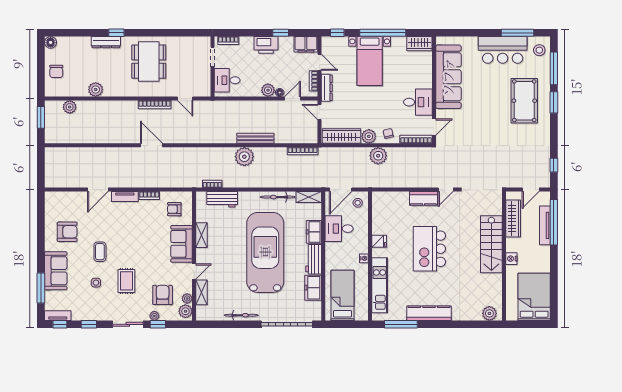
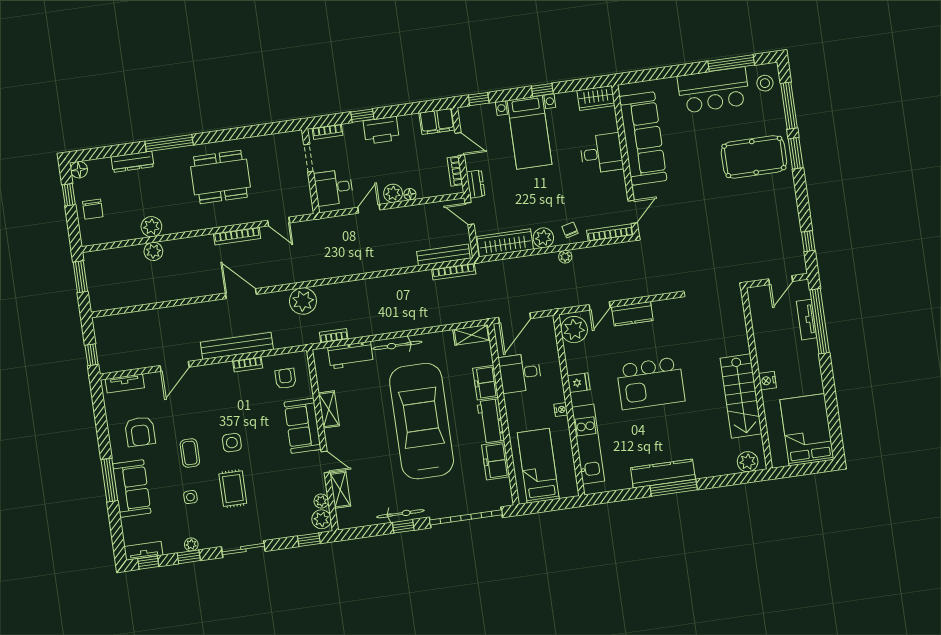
window: (116, 33) -> (169, 143), width x2.17
window: (281, 33) -> (362, 116), moved
window: (383, 33) -> (542, 90), width x0.32
dresser: (106, 42) -> (133, 162), moved
window: (41, 59) -> (69, 195), added
dining table: (149, 62) -> (220, 177), turned 90
dresser: (327, 88) -> (476, 184), width x0.70
door: (293, 99) -> (369, 209), moved
pool table: (524, 101) -> (754, 157), turned 90
desk: (418, 102) -> (601, 153), moved
plant: (70, 107) -> (153, 251), moved
bench: (255, 138) -> (443, 255), moved
plant: (378, 156) -> (565, 257), width x0.53, depth x0.53
plant: (244, 157) -> (303, 301), moved
window: (41, 173) -> (92, 355), added
bench: (144, 181) -> (237, 346), added
door: (446, 190) -> (600, 306), moved
tv unit: (125, 196) -> (125, 383), moved
bicycle: (278, 197) -> (397, 345), moved
stool: (358, 203) -> (541, 333), removed
plant: (381, 204) -> (574, 330), added
armchair: (174, 209) -> (286, 379), turned 90
wardrobe: (513, 218) -> (762, 324), removed
tv unit: (545, 225) -> (807, 320), width x0.71
armchair: (67, 232) -> (140, 432), turned 90
stairs: (491, 244) -> (741, 396), moved
side table: (130, 249) -> (232, 443), added
kitchen island: (429, 249) -> (651, 383), turned -90
door: (194, 271) -> (326, 462), hinge flipped
window: (41, 288) -> (109, 480), moved
armchair: (163, 295) -> (286, 501), removed
plant: (154, 316) -> (191, 544), moved
window: (158, 324) -> (309, 540), moved
window: (242, 324) -> (403, 526), added
window: (401, 324) -> (674, 488), moved

